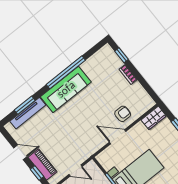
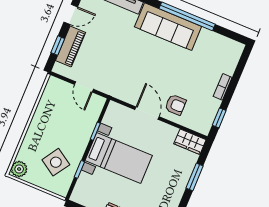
window: (122, 55) -> (219, 118), moved
door: (20, 152) -> (71, 14), hinge flipped

